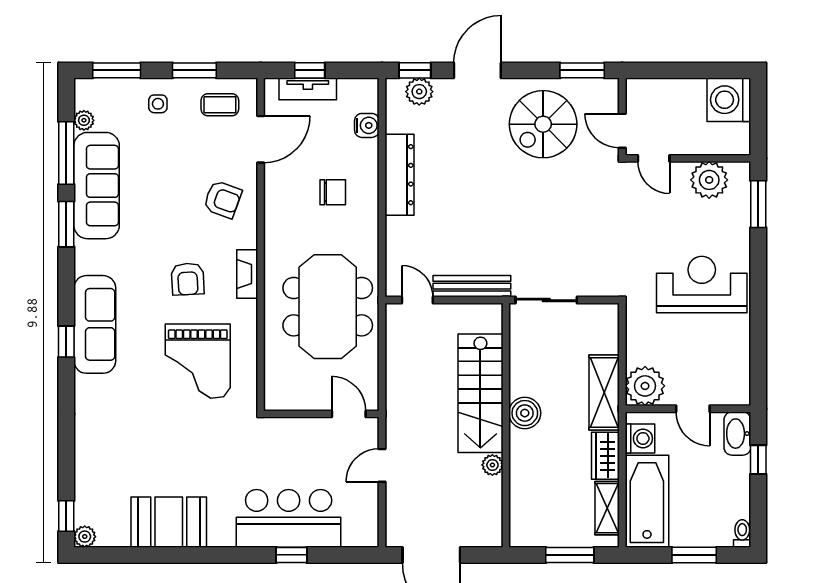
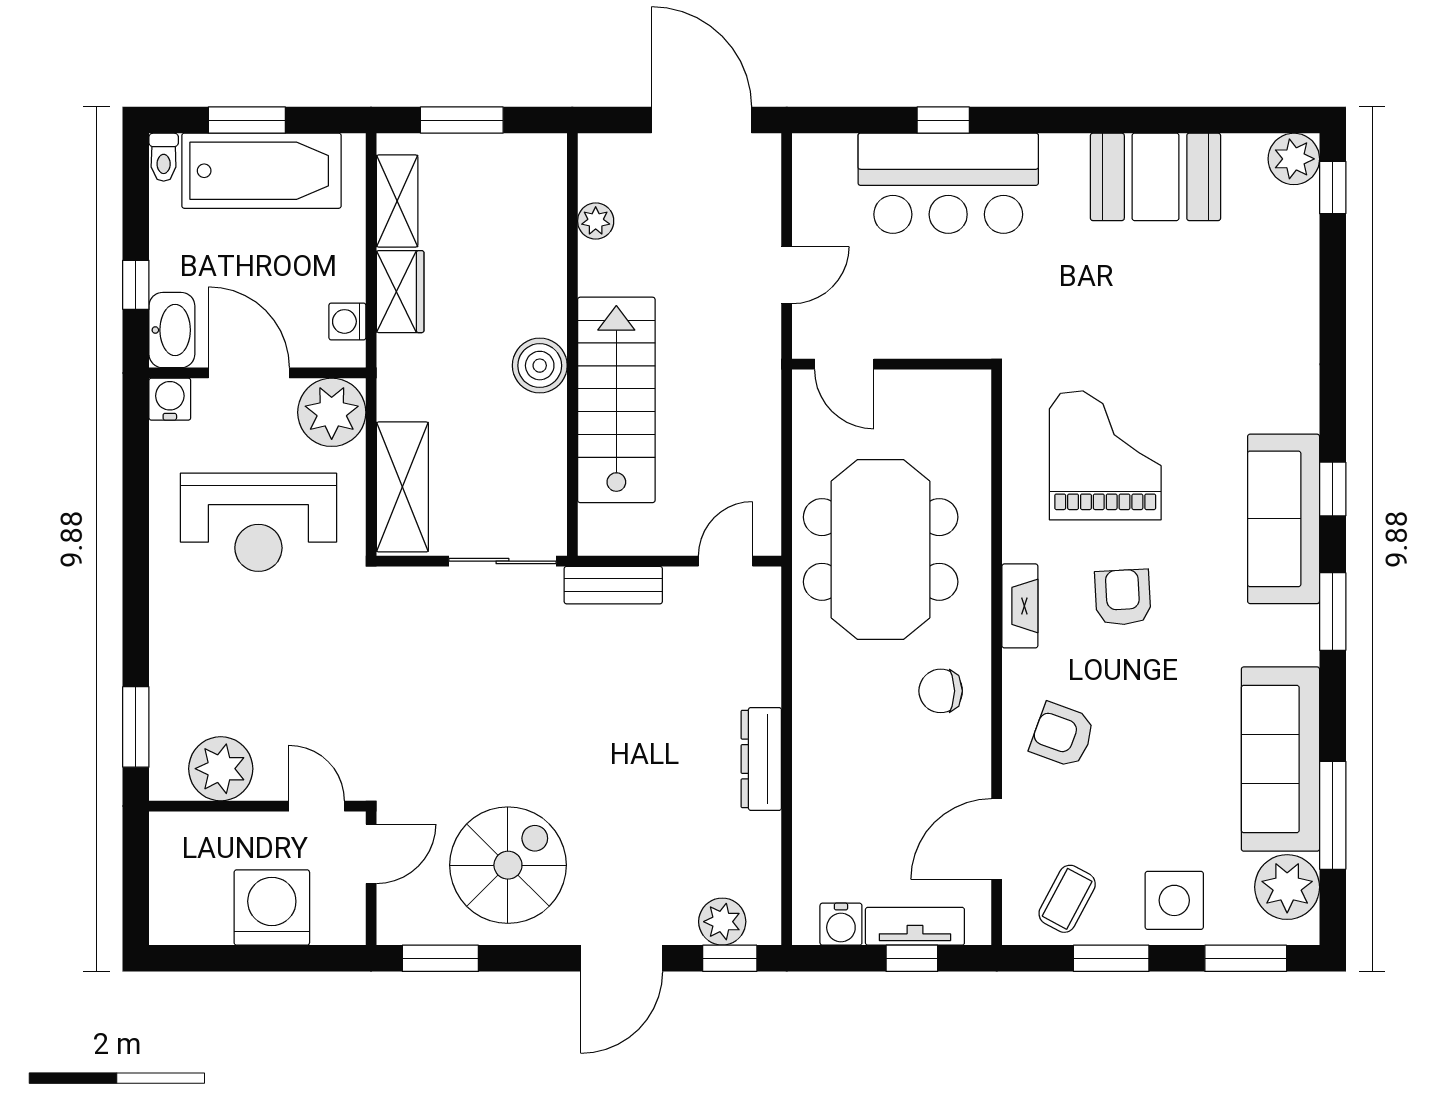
washing machine: (729, 100) -> (272, 907), moved, turned -90
side table: (158, 104) -> (1174, 900), width x1.87, depth x1.87
coffee table: (220, 105) -> (1067, 899), turned -62
plant: (84, 120) -> (1287, 887), width x1.87, depth x1.87
water cooler: (367, 125) -> (841, 924), moved, turned -90
door: (622, 131) -> (371, 854), hinge flipped
dresser: (399, 175) -> (761, 759), width x0.73, depth x0.80
chair: (333, 192) -> (941, 691), moved
window: (66, 224) -> (1333, 612), moved
reception desk: (702, 285) -> (258, 522), moved
bench: (472, 286) -> (613, 585), width x0.73
door: (417, 300) -> (726, 561), swing flipped
shelving: (604, 392) -> (402, 487), moved
water cooler: (739, 394) -> (170, 399), added
door: (693, 409) -> (249, 373), width x1.38
washing machine: (640, 438) -> (347, 321), width x0.73, depth x0.73
plant: (492, 465) -> (596, 221), moved
bathtub: (647, 501) -> (262, 171), moved, turned -90
plant: (85, 537) -> (1294, 159), width x1.38, depth x1.38

